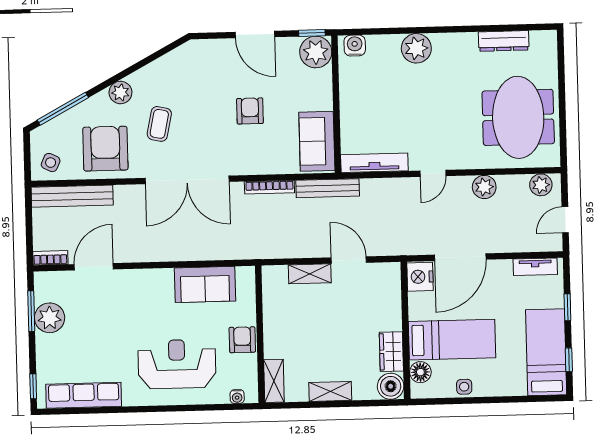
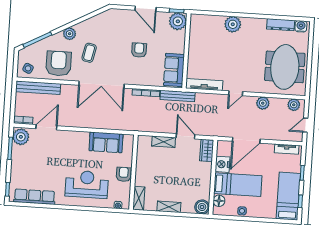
water cooler: (355, 46) -> (301, 26), moved
nightstand: (420, 277) -> (222, 164), moved
plant: (50, 318) -> (21, 137), moved
wardrobe: (391, 352) -> (207, 151), moved

